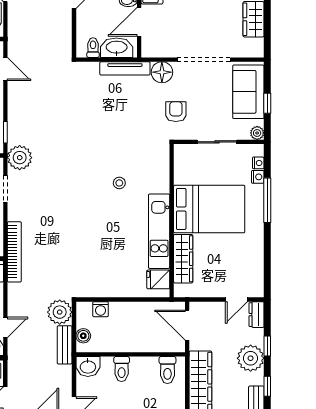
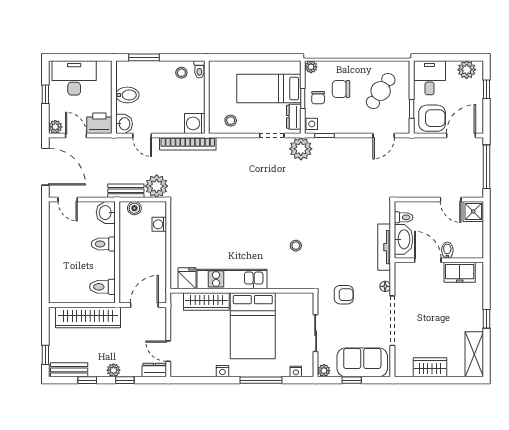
floor lamp: (162, 72) -> (385, 286), width x0.53, depth x0.53
nightstand: (258, 177) -> (222, 371), moved
stool: (119, 183) -> (296, 246), moved
bookcase: (14, 252) -> (188, 144), moved
plant: (251, 358) -> (113, 370), width x0.53, depth x0.53

